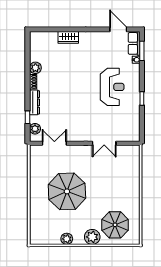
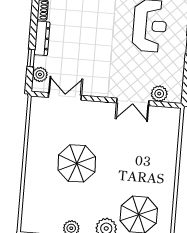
plant: (123, 136) -> (159, 94), added
parasol: (67, 191) -> (77, 163), width x0.73, depth x0.73

